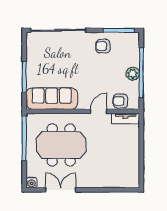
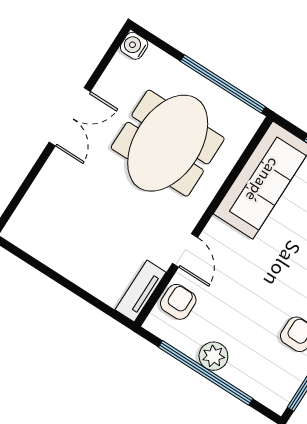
double door: (61, 190) -> (70, 117), moved

